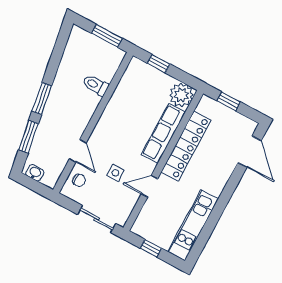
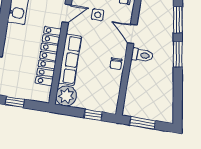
toilet: (96, 85) -> (142, 55), moved
window: (229, 101) -> (15, 102), moved
chair: (114, 112) -> (116, 64), added
door: (78, 151) -> (132, 34), moved

